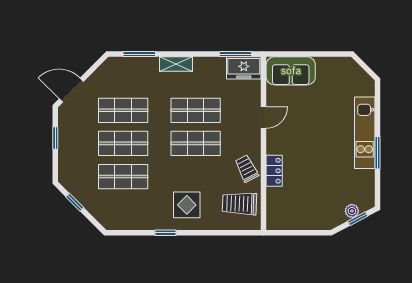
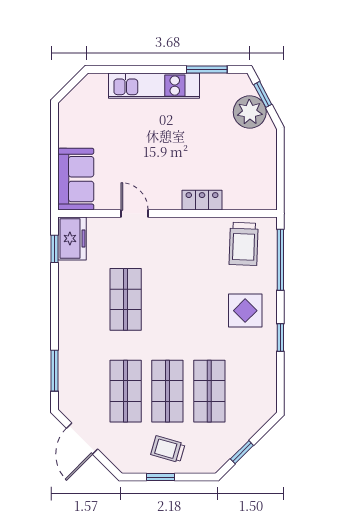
window: (236, 54) -> (54, 249), width x0.67
shelving: (176, 64) -> (67, 324), removed
door: (71, 90) -> (82, 439), moved
shop shelf: (196, 143) -> (167, 299), removed
window: (377, 153) -> (207, 69), moved
trolley: (247, 169) -> (168, 449), moved, turned 43
plant: (352, 211) -> (250, 112), width x1.87, depth x1.87
window: (227, 233) -> (280, 260), added

